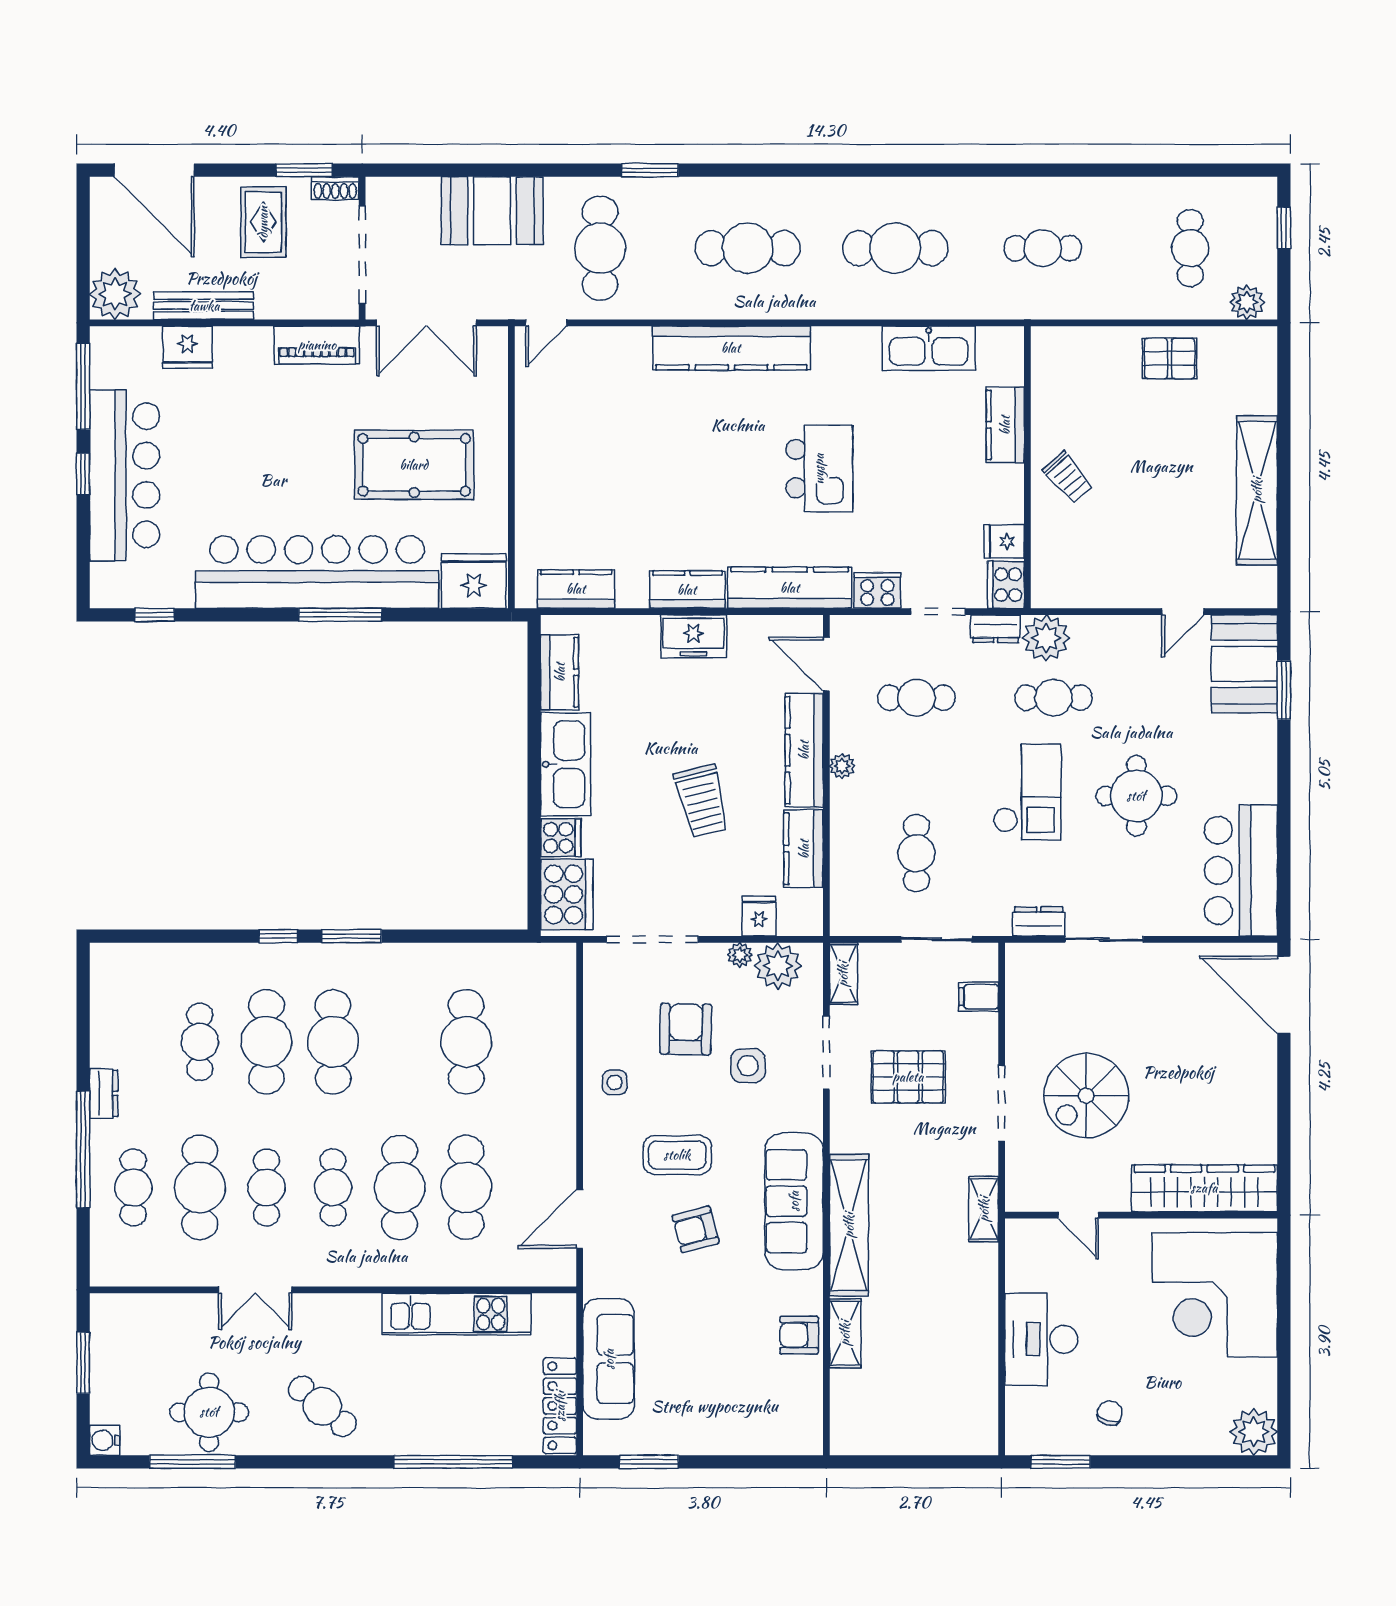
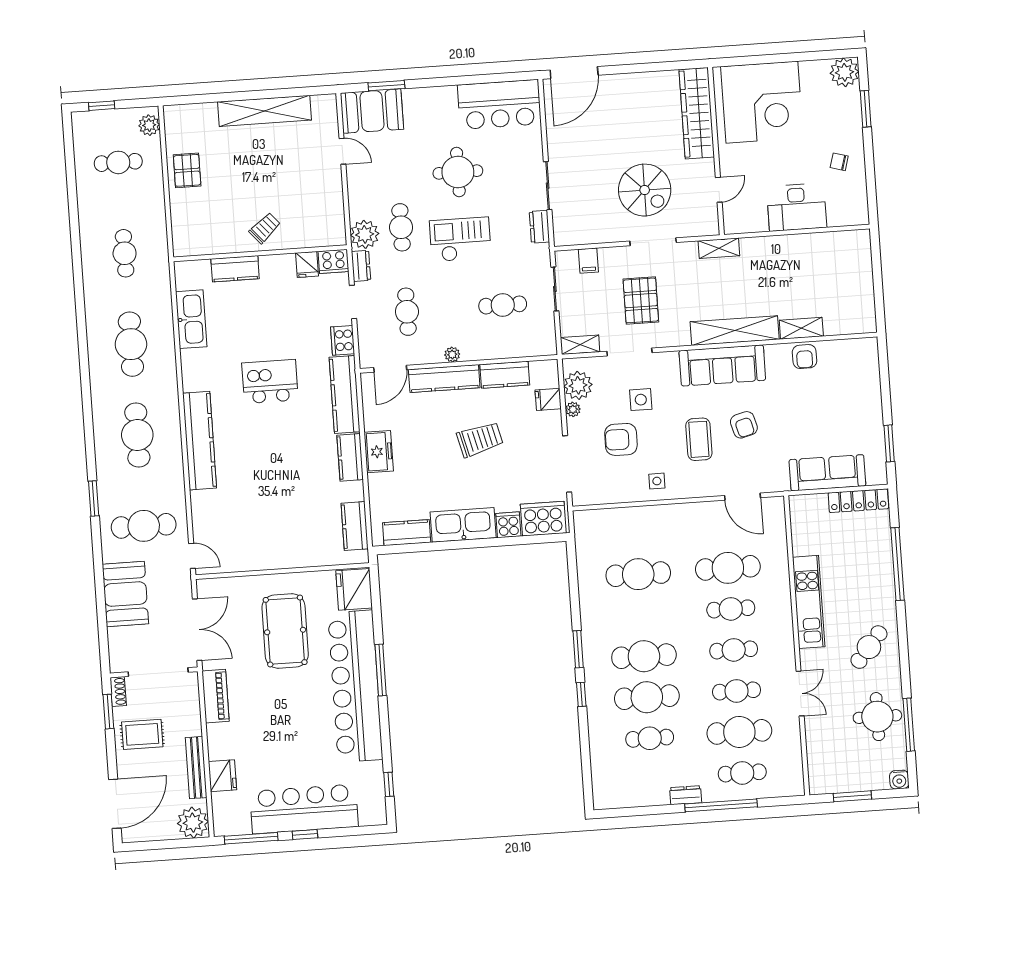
cafe table: (400, 1187) -> (731, 609), width x0.73, depth x0.74
kitchen unit: (457, 1314) -> (809, 602), moved
window: (1061, 1462) -> (866, 109), moved

